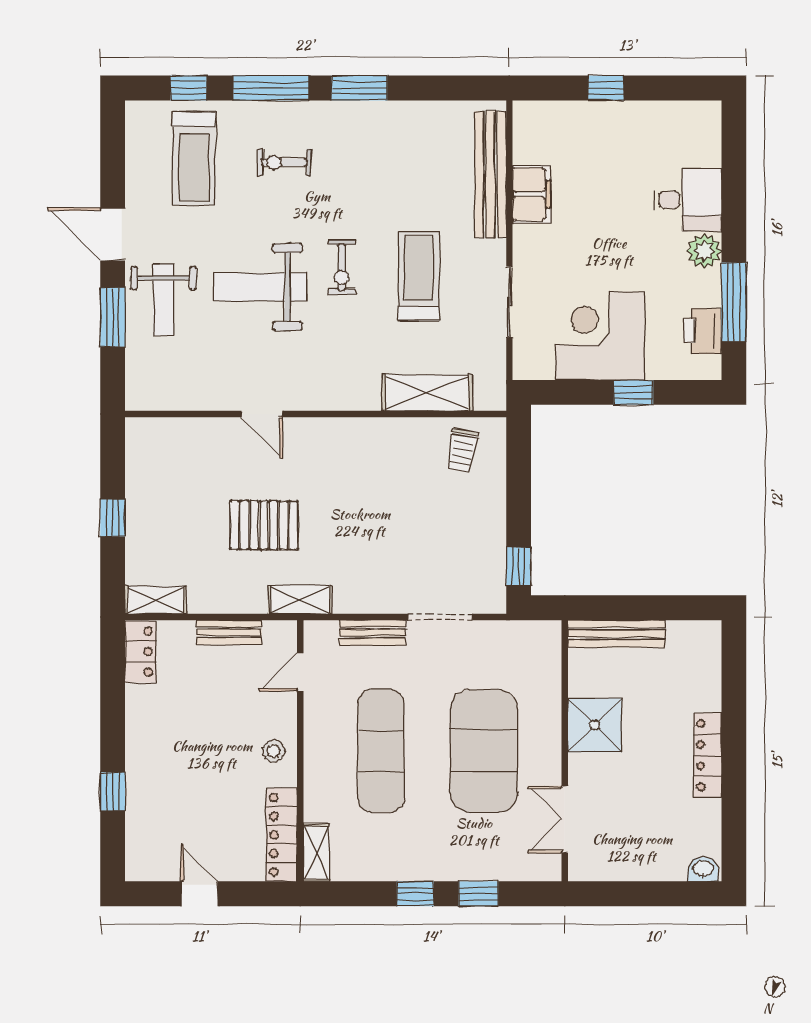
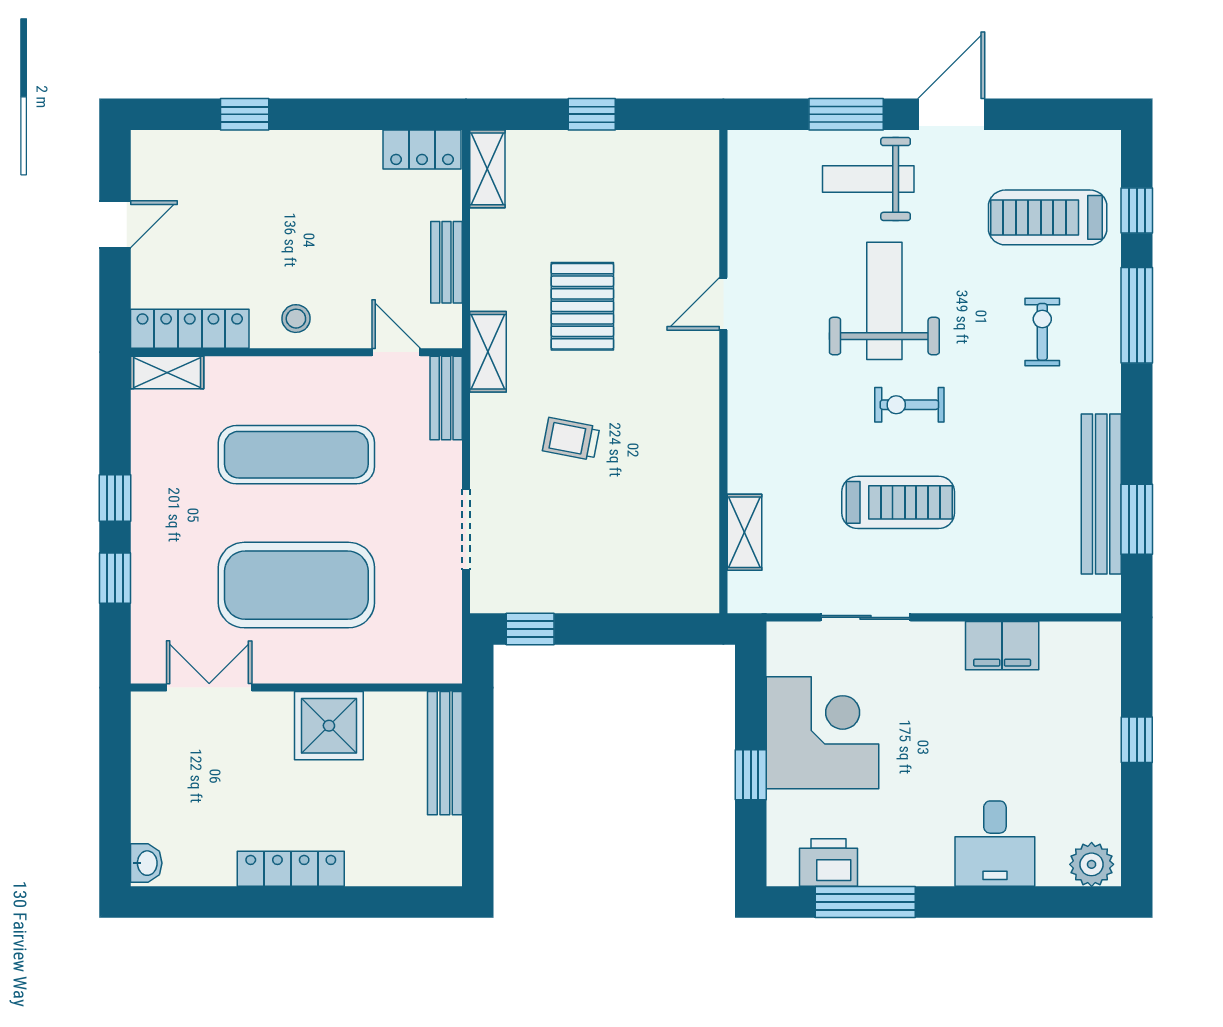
window: (359, 88) -> (1137, 519), moved
bench: (491, 174) -> (1101, 494), moved, turned 90
plant: (704, 251) -> (1092, 864), moved
shelving: (427, 393) -> (744, 532), width x0.67, depth x0.75
trolley: (462, 450) -> (571, 439), moved
bench: (372, 633) -> (446, 398), moved

